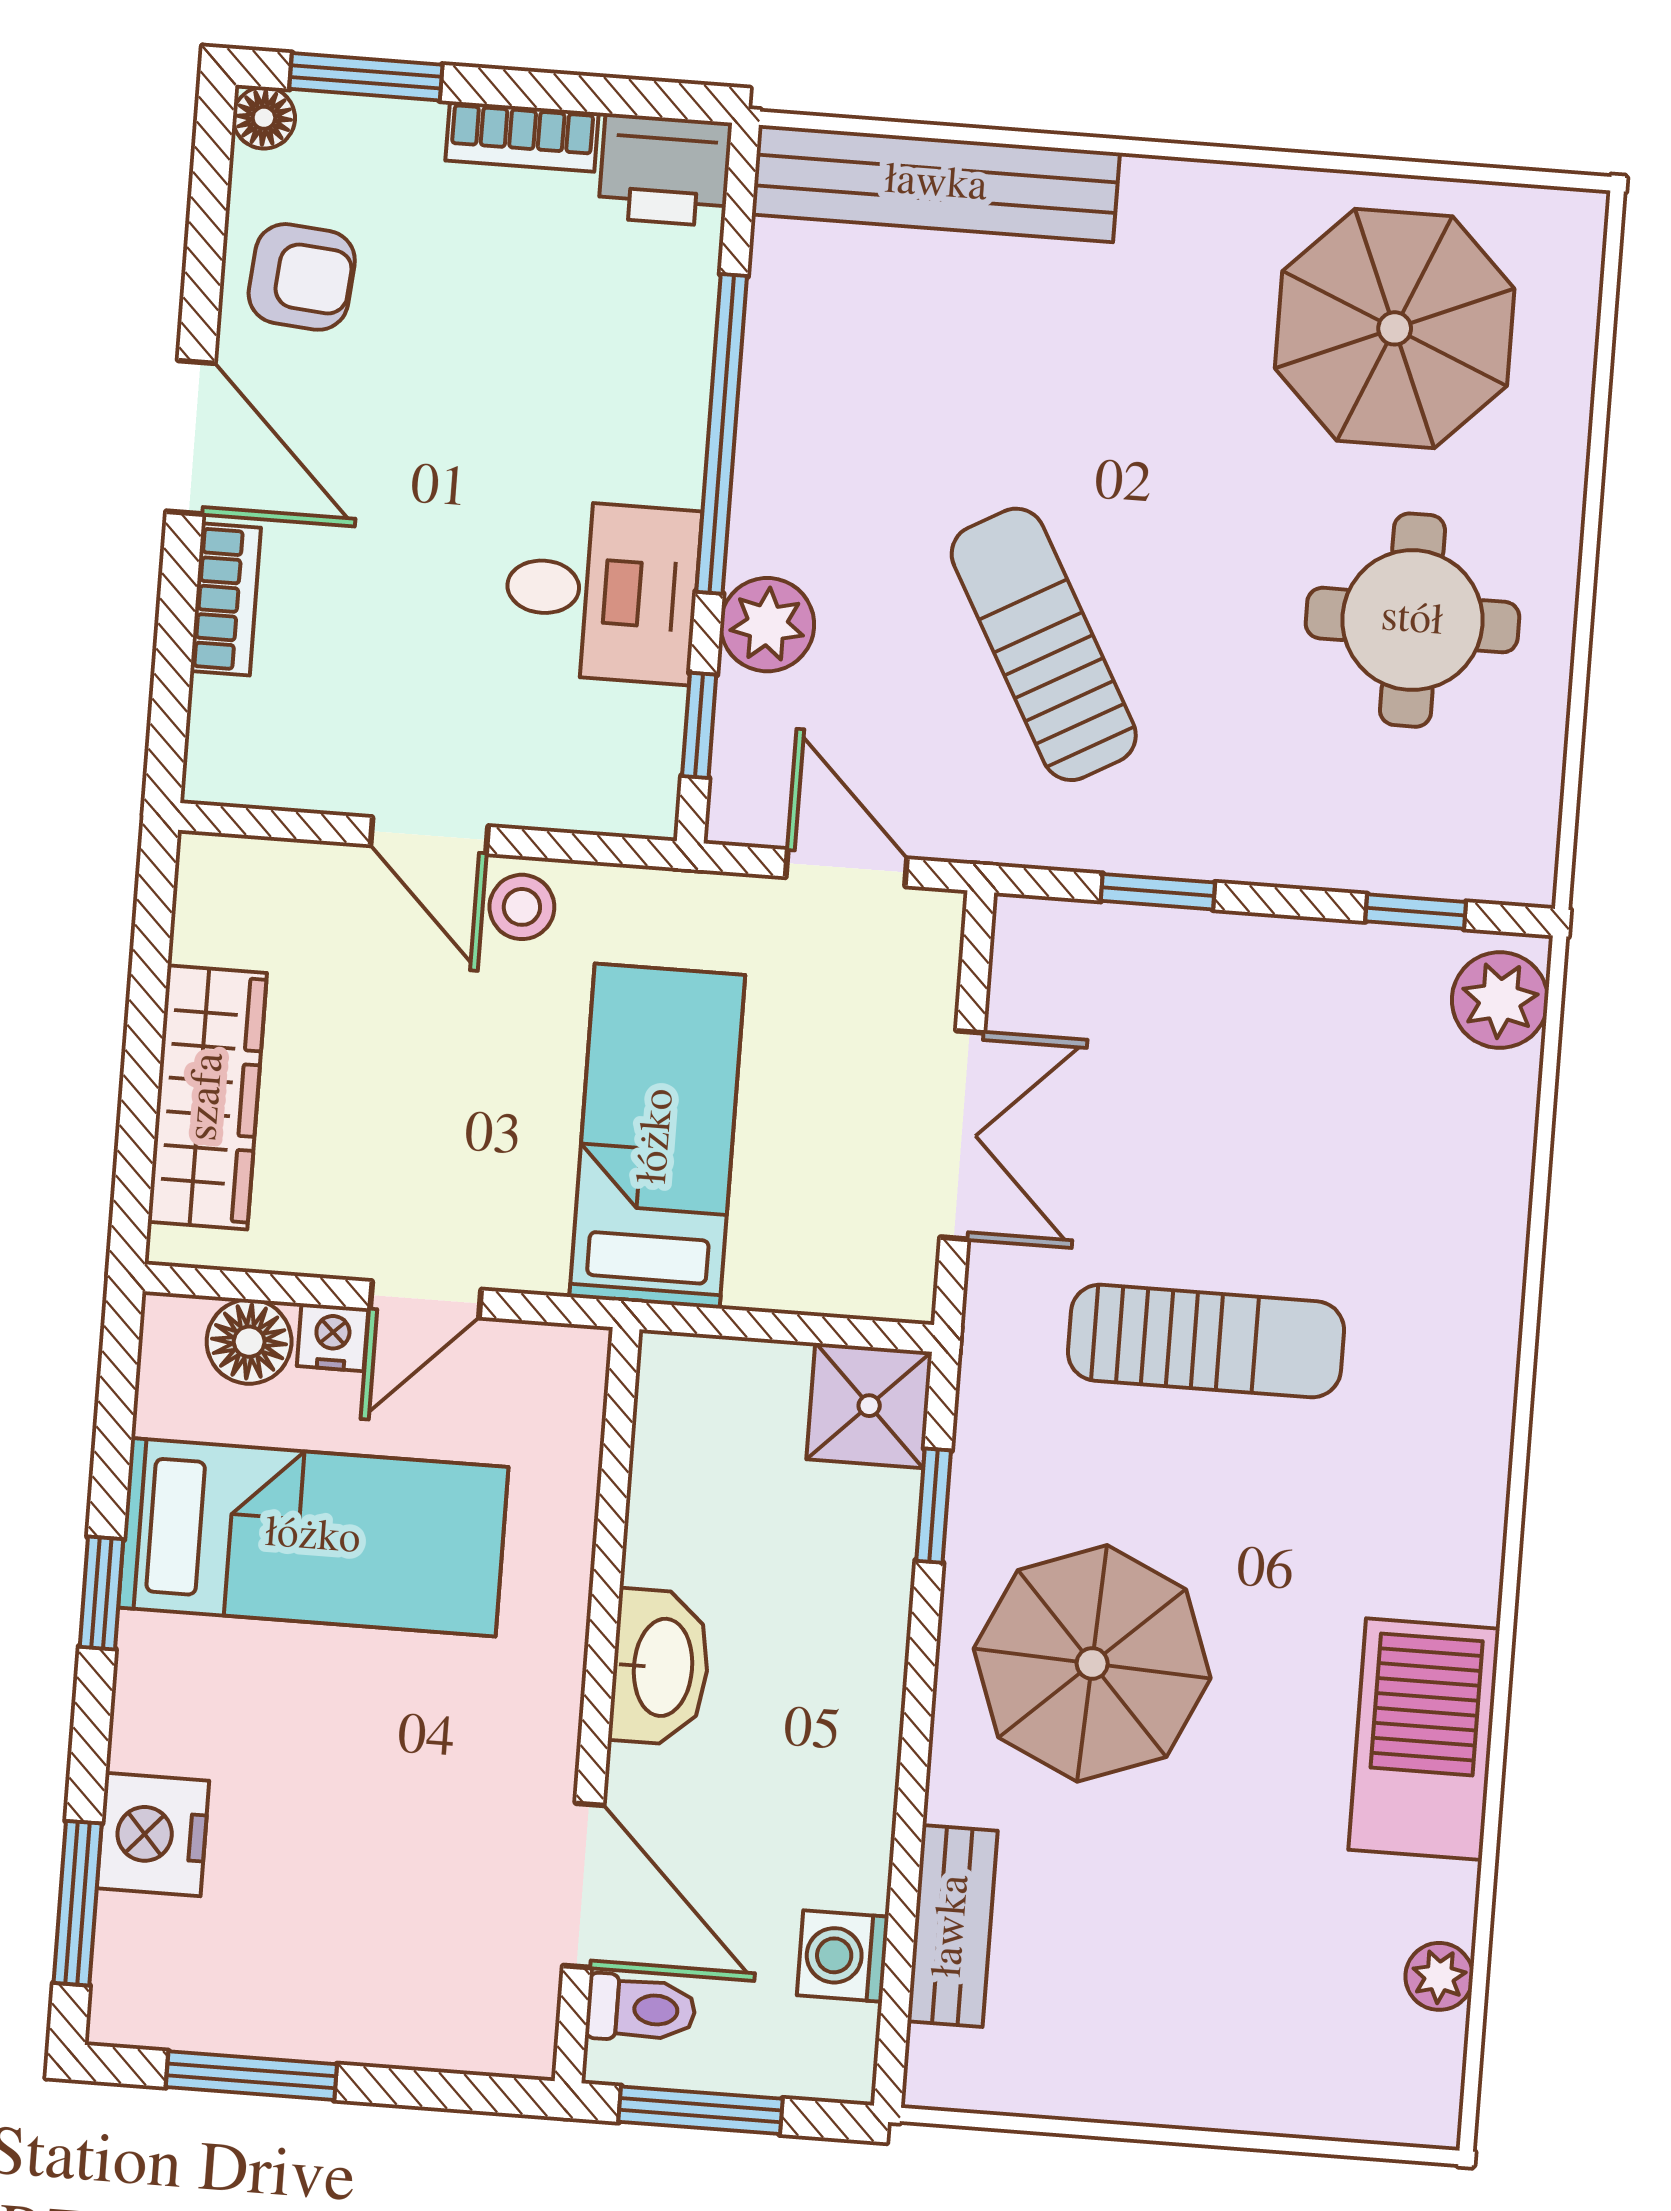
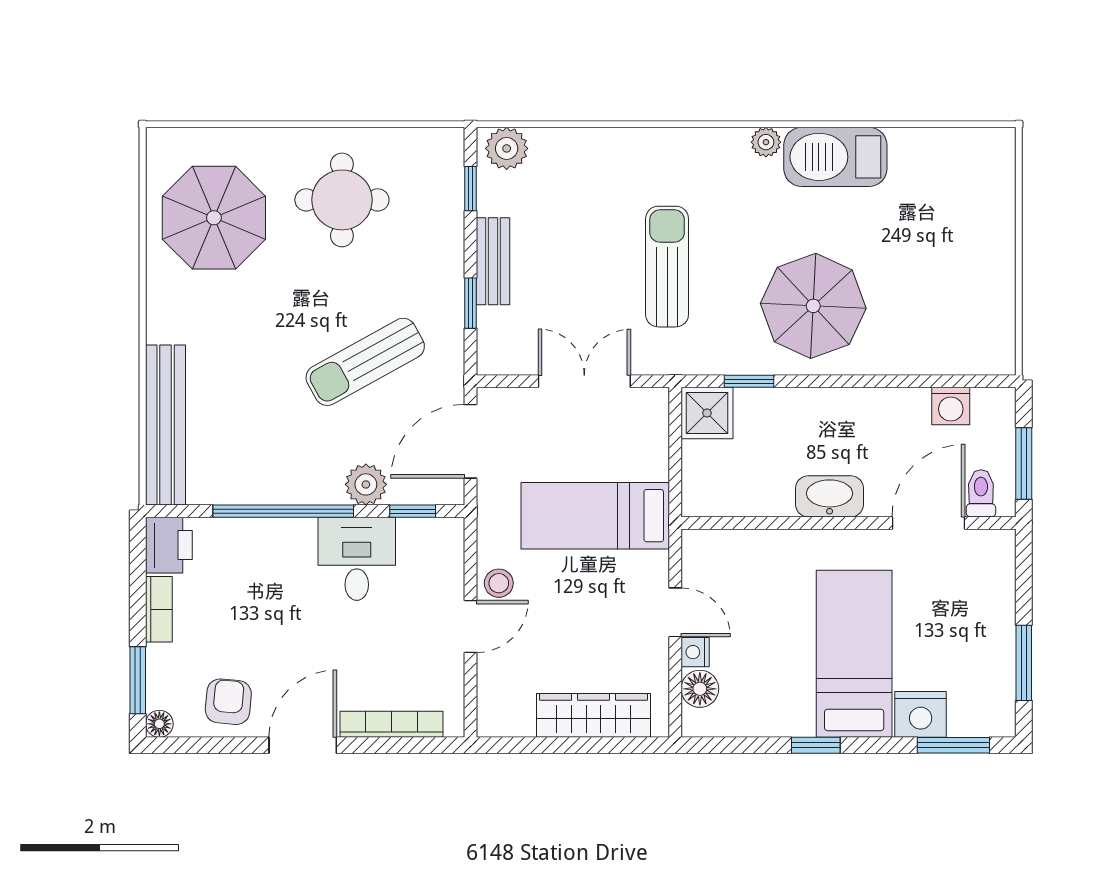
bookcase: (226, 599) -> (392, 724), width x1.56
door: (846, 868) -> (470, 441), width x1.38
bed: (313, 1537) -> (854, 654), moved
bench: (952, 1926) -> (493, 261), moved, turned 90
plant: (1439, 1976) -> (766, 142), moved

